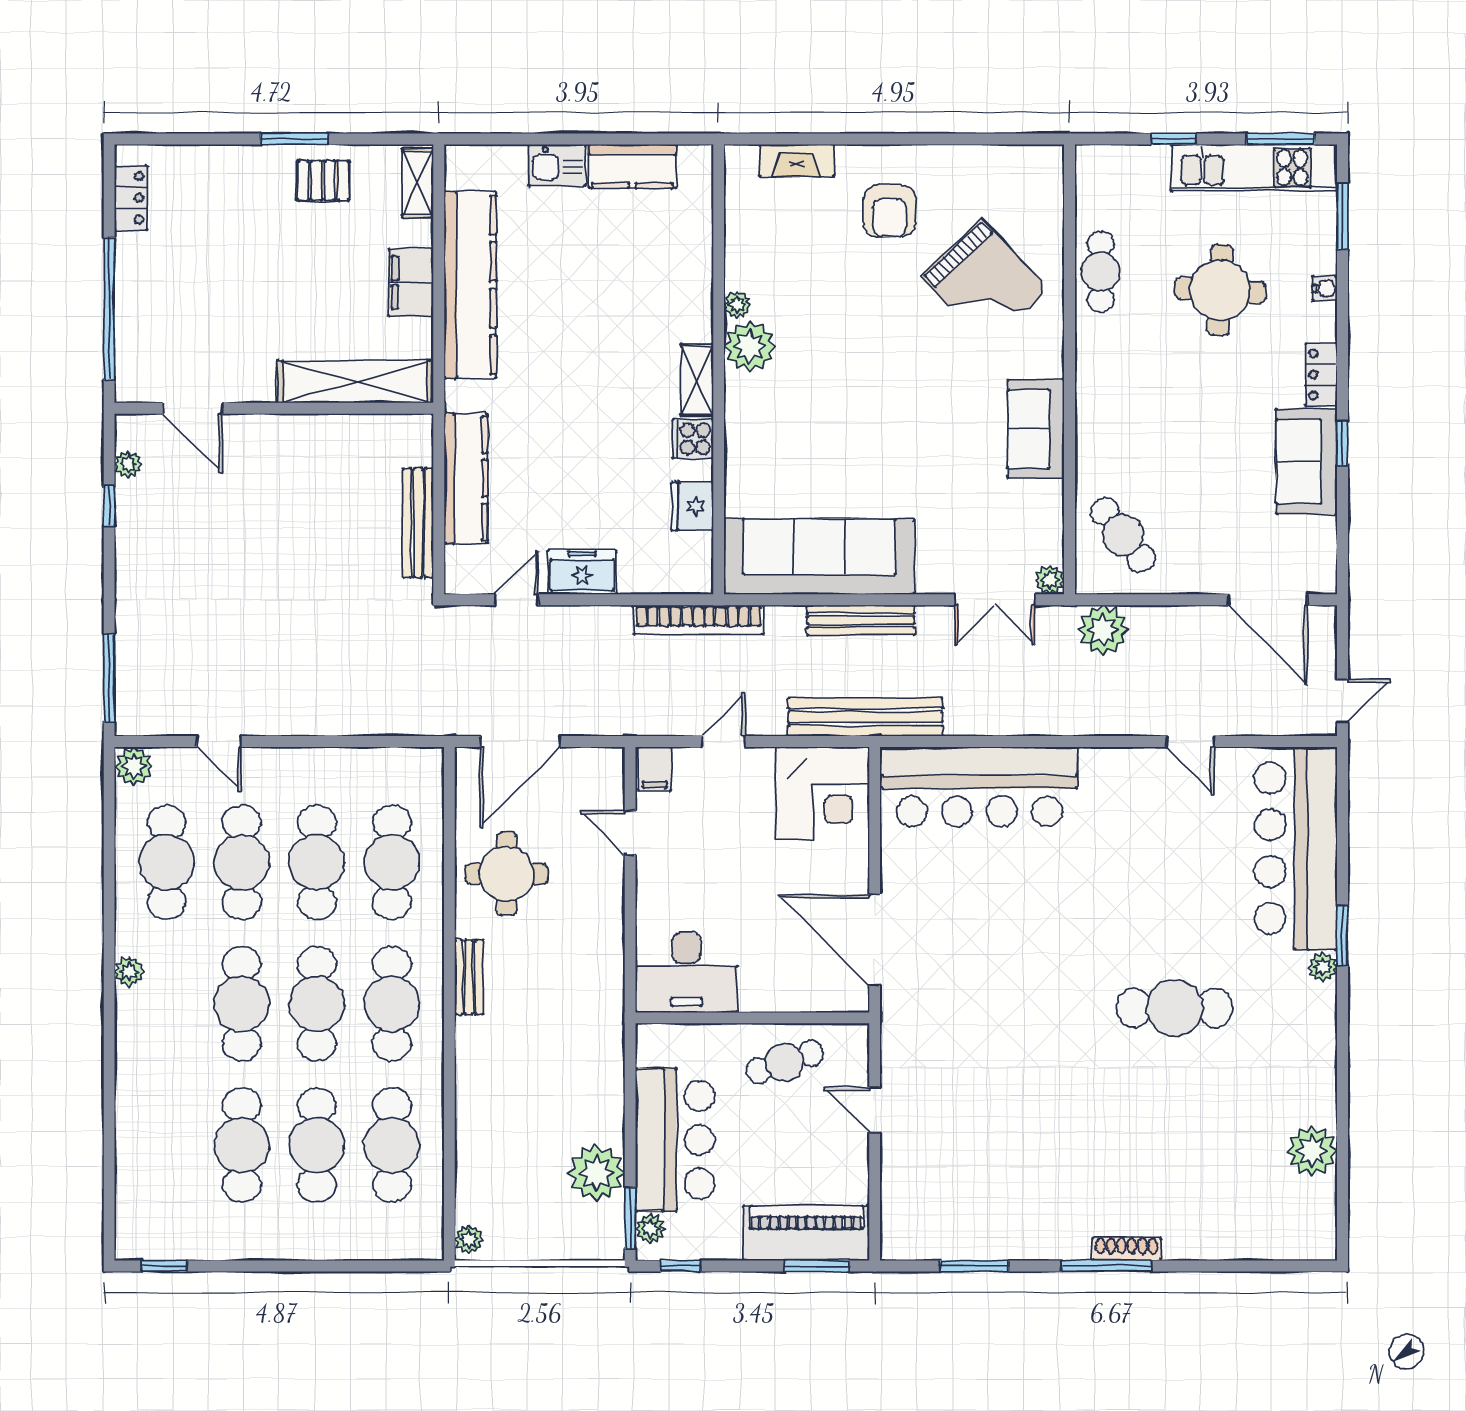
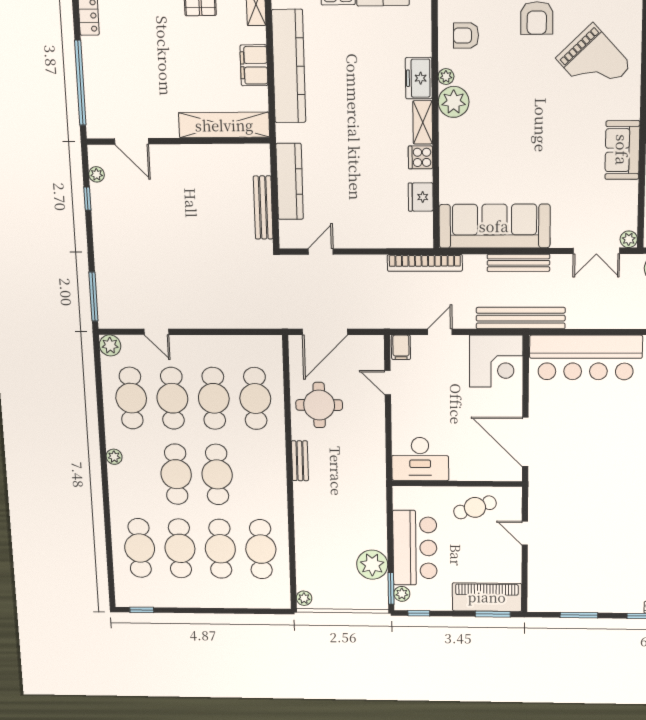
armchair: (771, 238) -> (466, 35), added
freezer: (582, 572) -> (419, 78), moved, turned -90
cafe table: (392, 1004) -> (140, 548), moved

